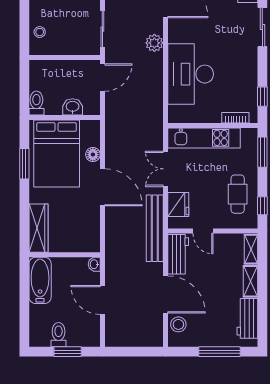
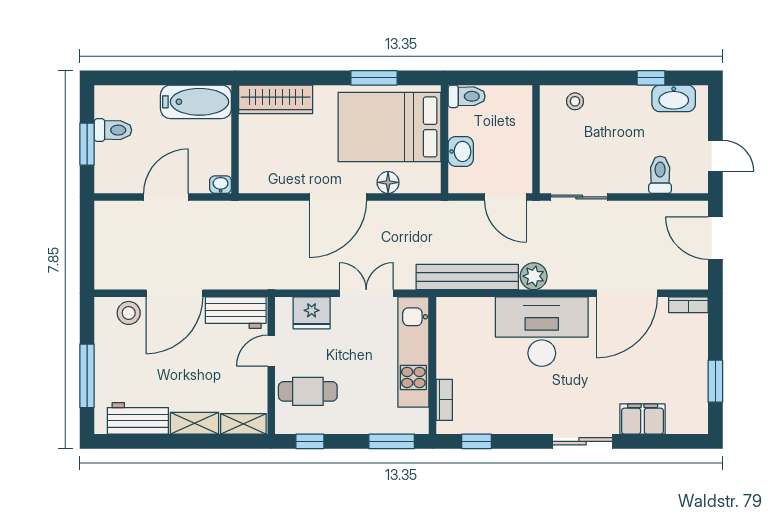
plant: (154, 43) -> (534, 276), moved
desk: (191, 74) -> (542, 332), moved
cafe table: (238, 194) -> (308, 391), moved
bench: (155, 228) -> (467, 277), moved

